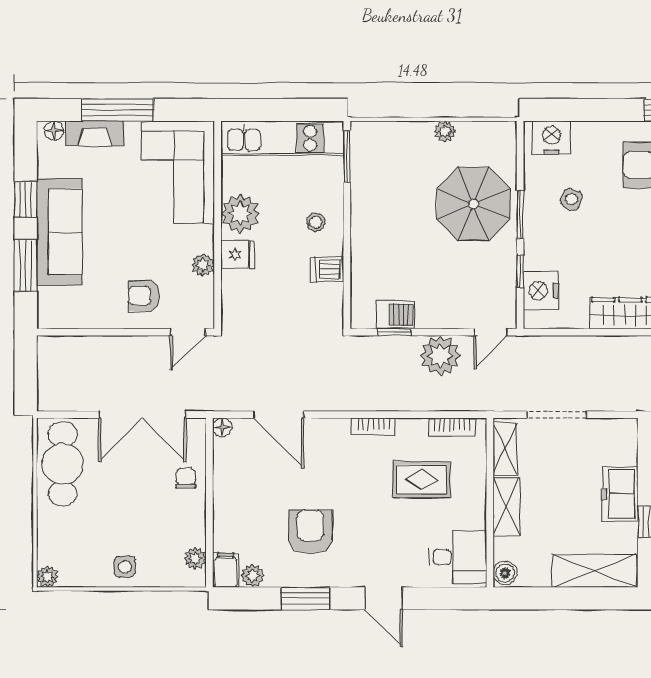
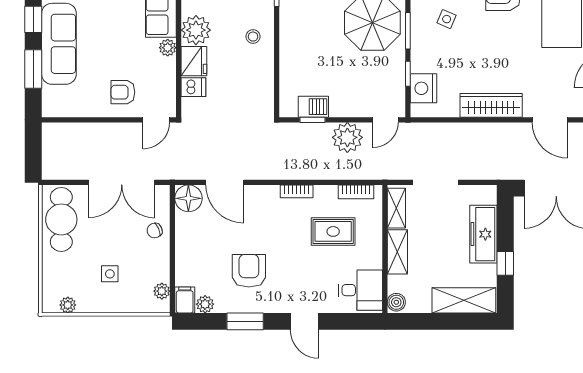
fridge: (238, 255) -> (194, 61), width x1.38
plant: (203, 265) -> (168, 48), moved
dishwasher: (327, 269) -> (193, 87), moved, turned 180
floor lamp: (222, 427) -> (188, 198), width x1.89, depth x1.89
chair: (186, 478) -> (155, 231), turned -112
freezer: (620, 494) -> (483, 234), width x1.40
side table: (125, 567) -> (110, 274), moved
plant: (47, 577) -> (68, 305), moved

